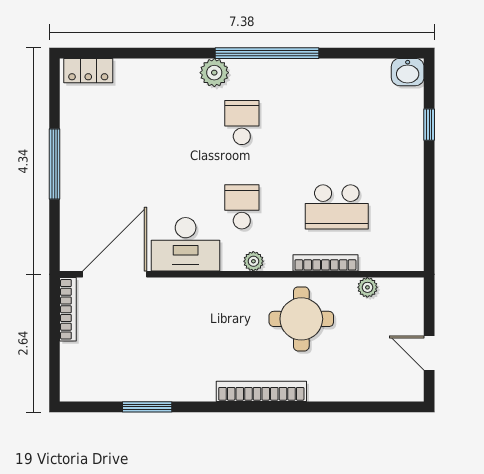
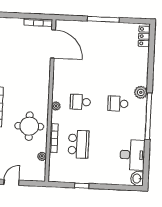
school desk: (242, 123) -> (118, 104), turned 180
window: (429, 125) -> (82, 186), moved
school desk: (242, 207) -> (80, 102), turned 180
school desk: (337, 207) -> (78, 144), turned 180
desk: (186, 244) -> (132, 155), moved, turned 180

